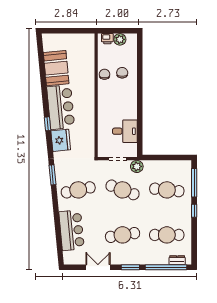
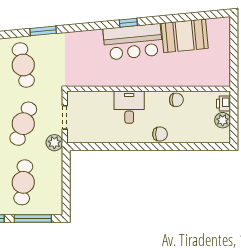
chair: (122, 73) -> (160, 134), moved
window: (48, 124) -> (128, 23), moved
desk: (125, 131) -> (129, 107), moved, turned 180
fridge: (61, 140) -> (89, 42), removed

